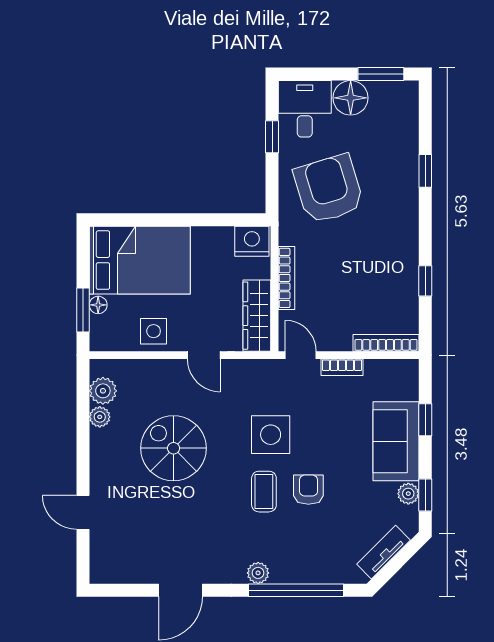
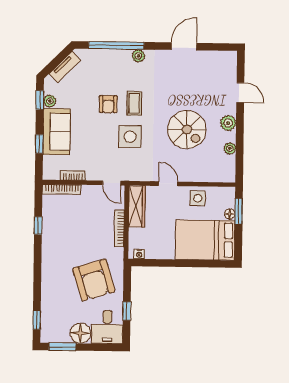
window: (425, 171) -> (37, 320), moved
nightstand: (252, 241) -> (139, 254), width x0.53, depth x0.56
bookcase: (342, 367) -> (73, 175), moved
plant: (103, 391) -> (228, 123), moved

